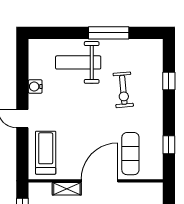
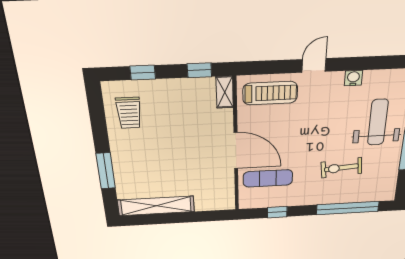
window: (169, 81) -> (348, 208), width x3.17
shelving: (67, 189) -> (225, 92), moved

